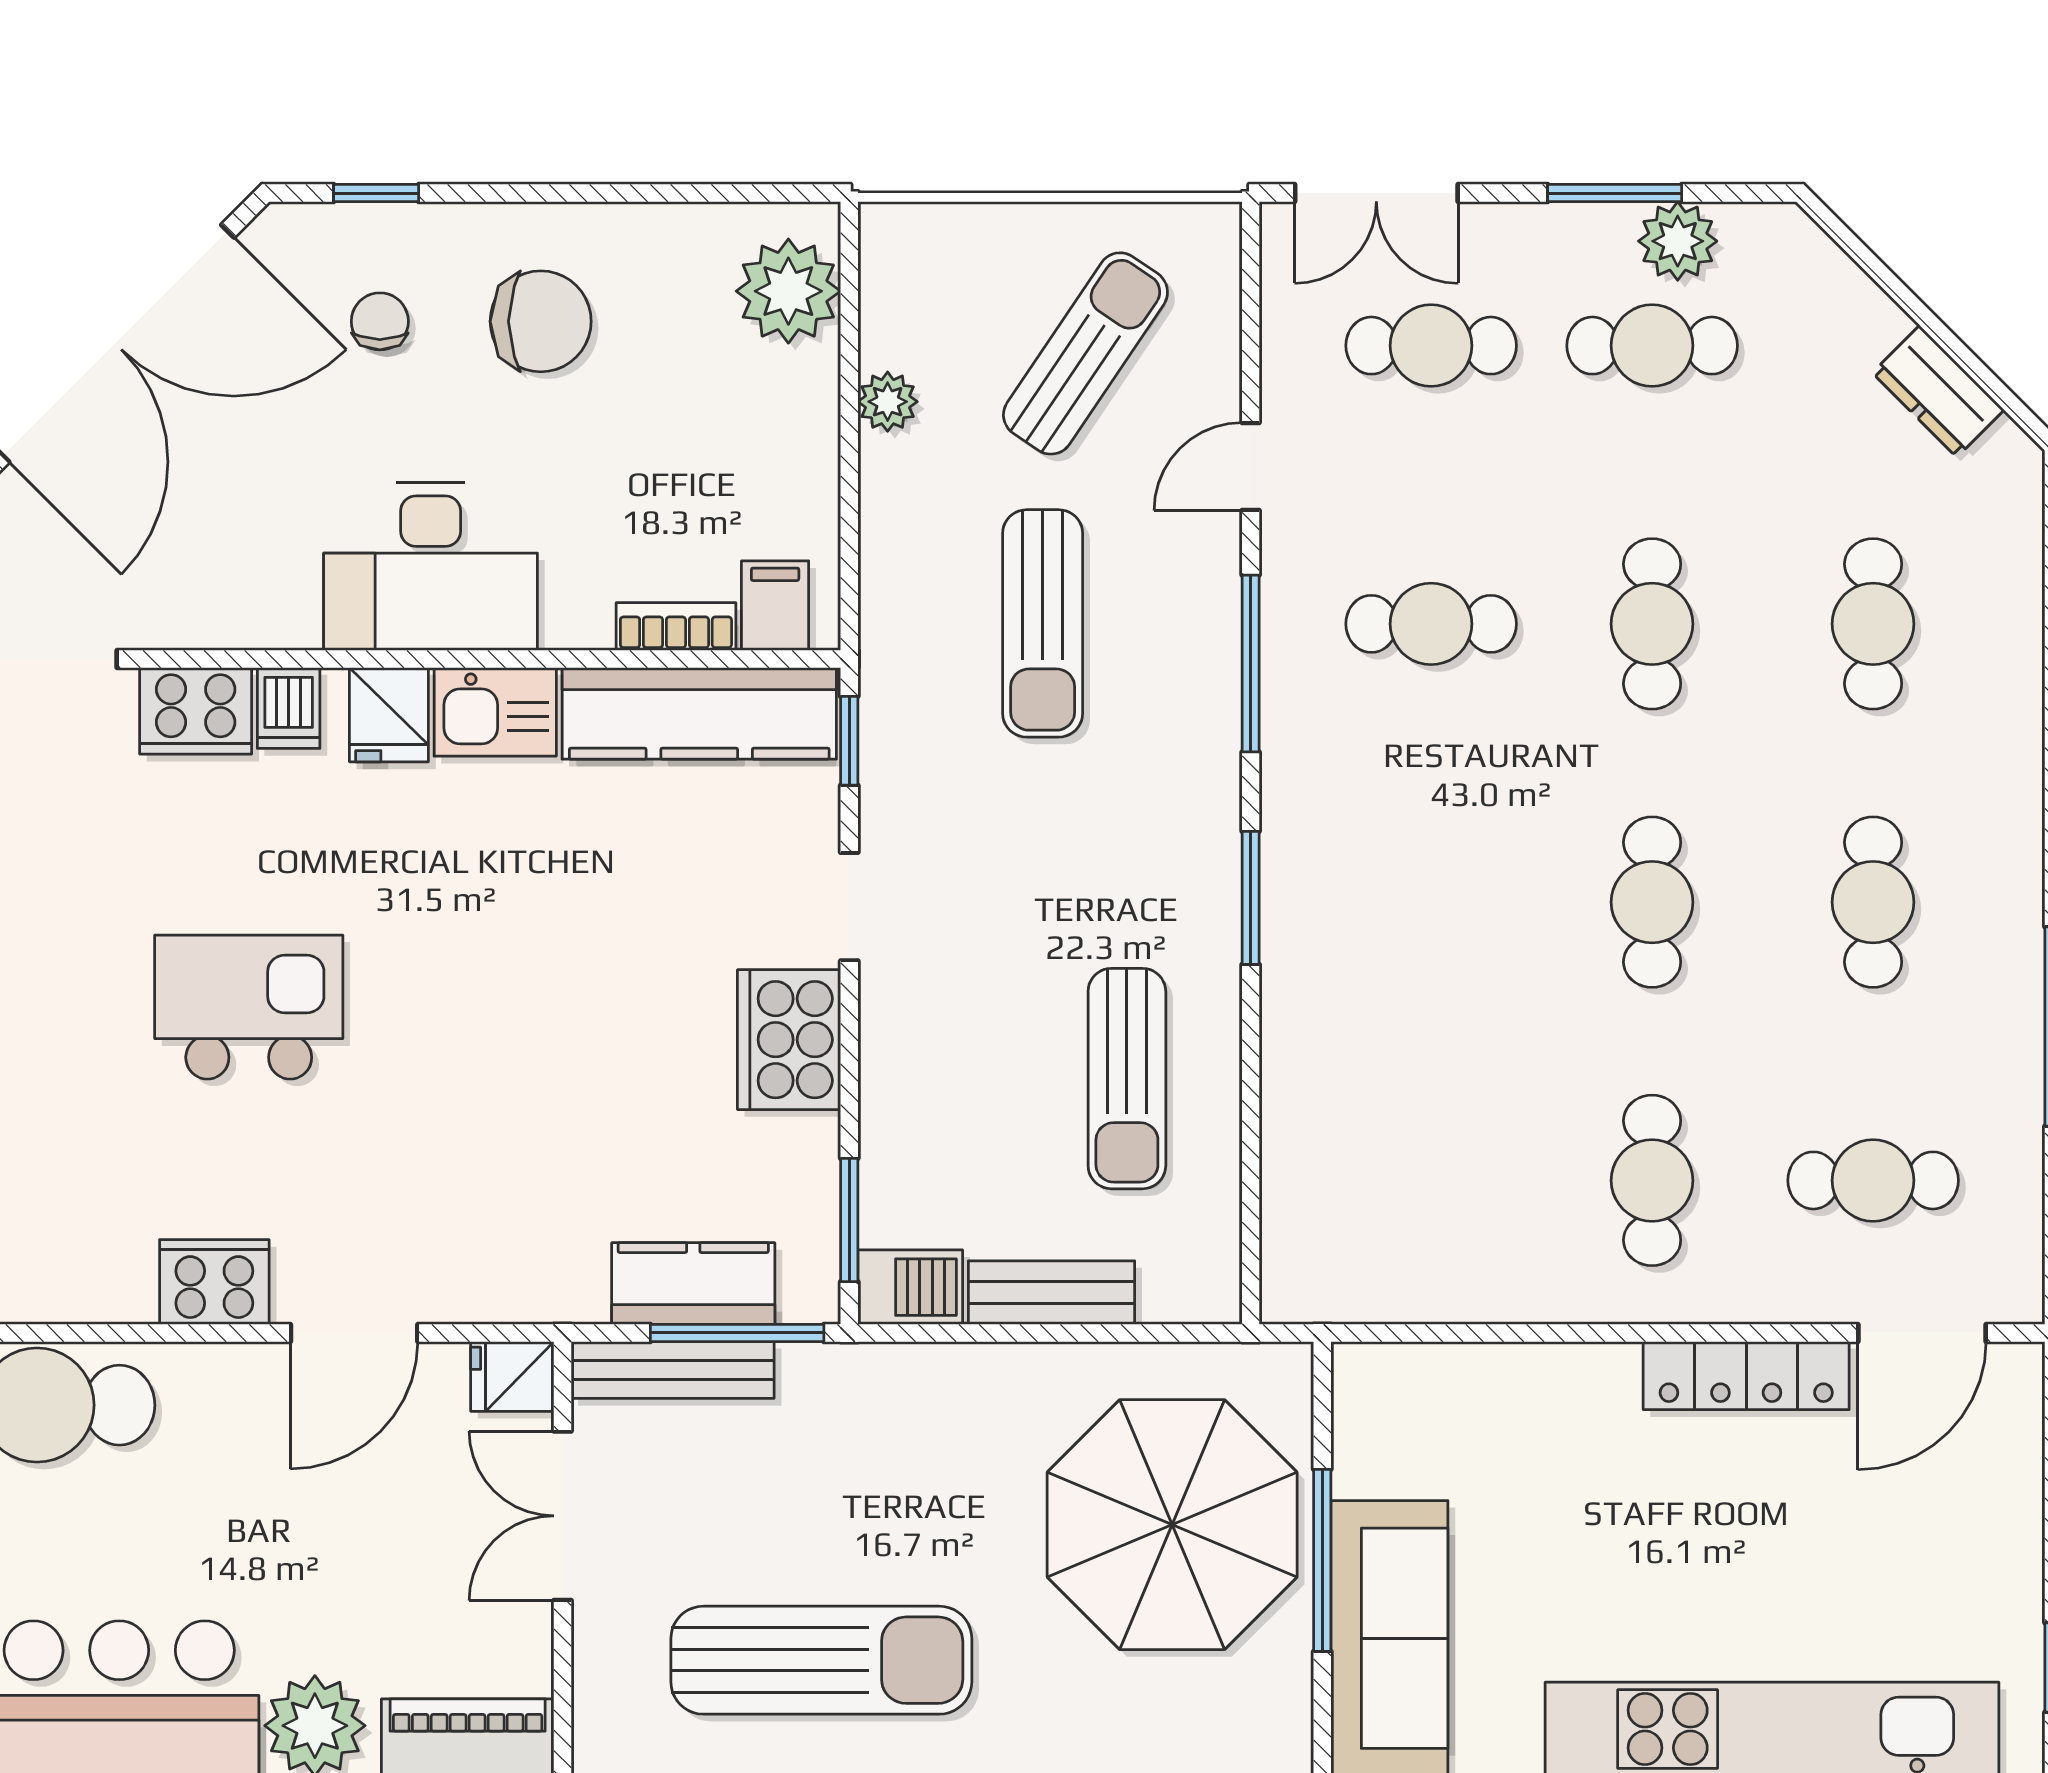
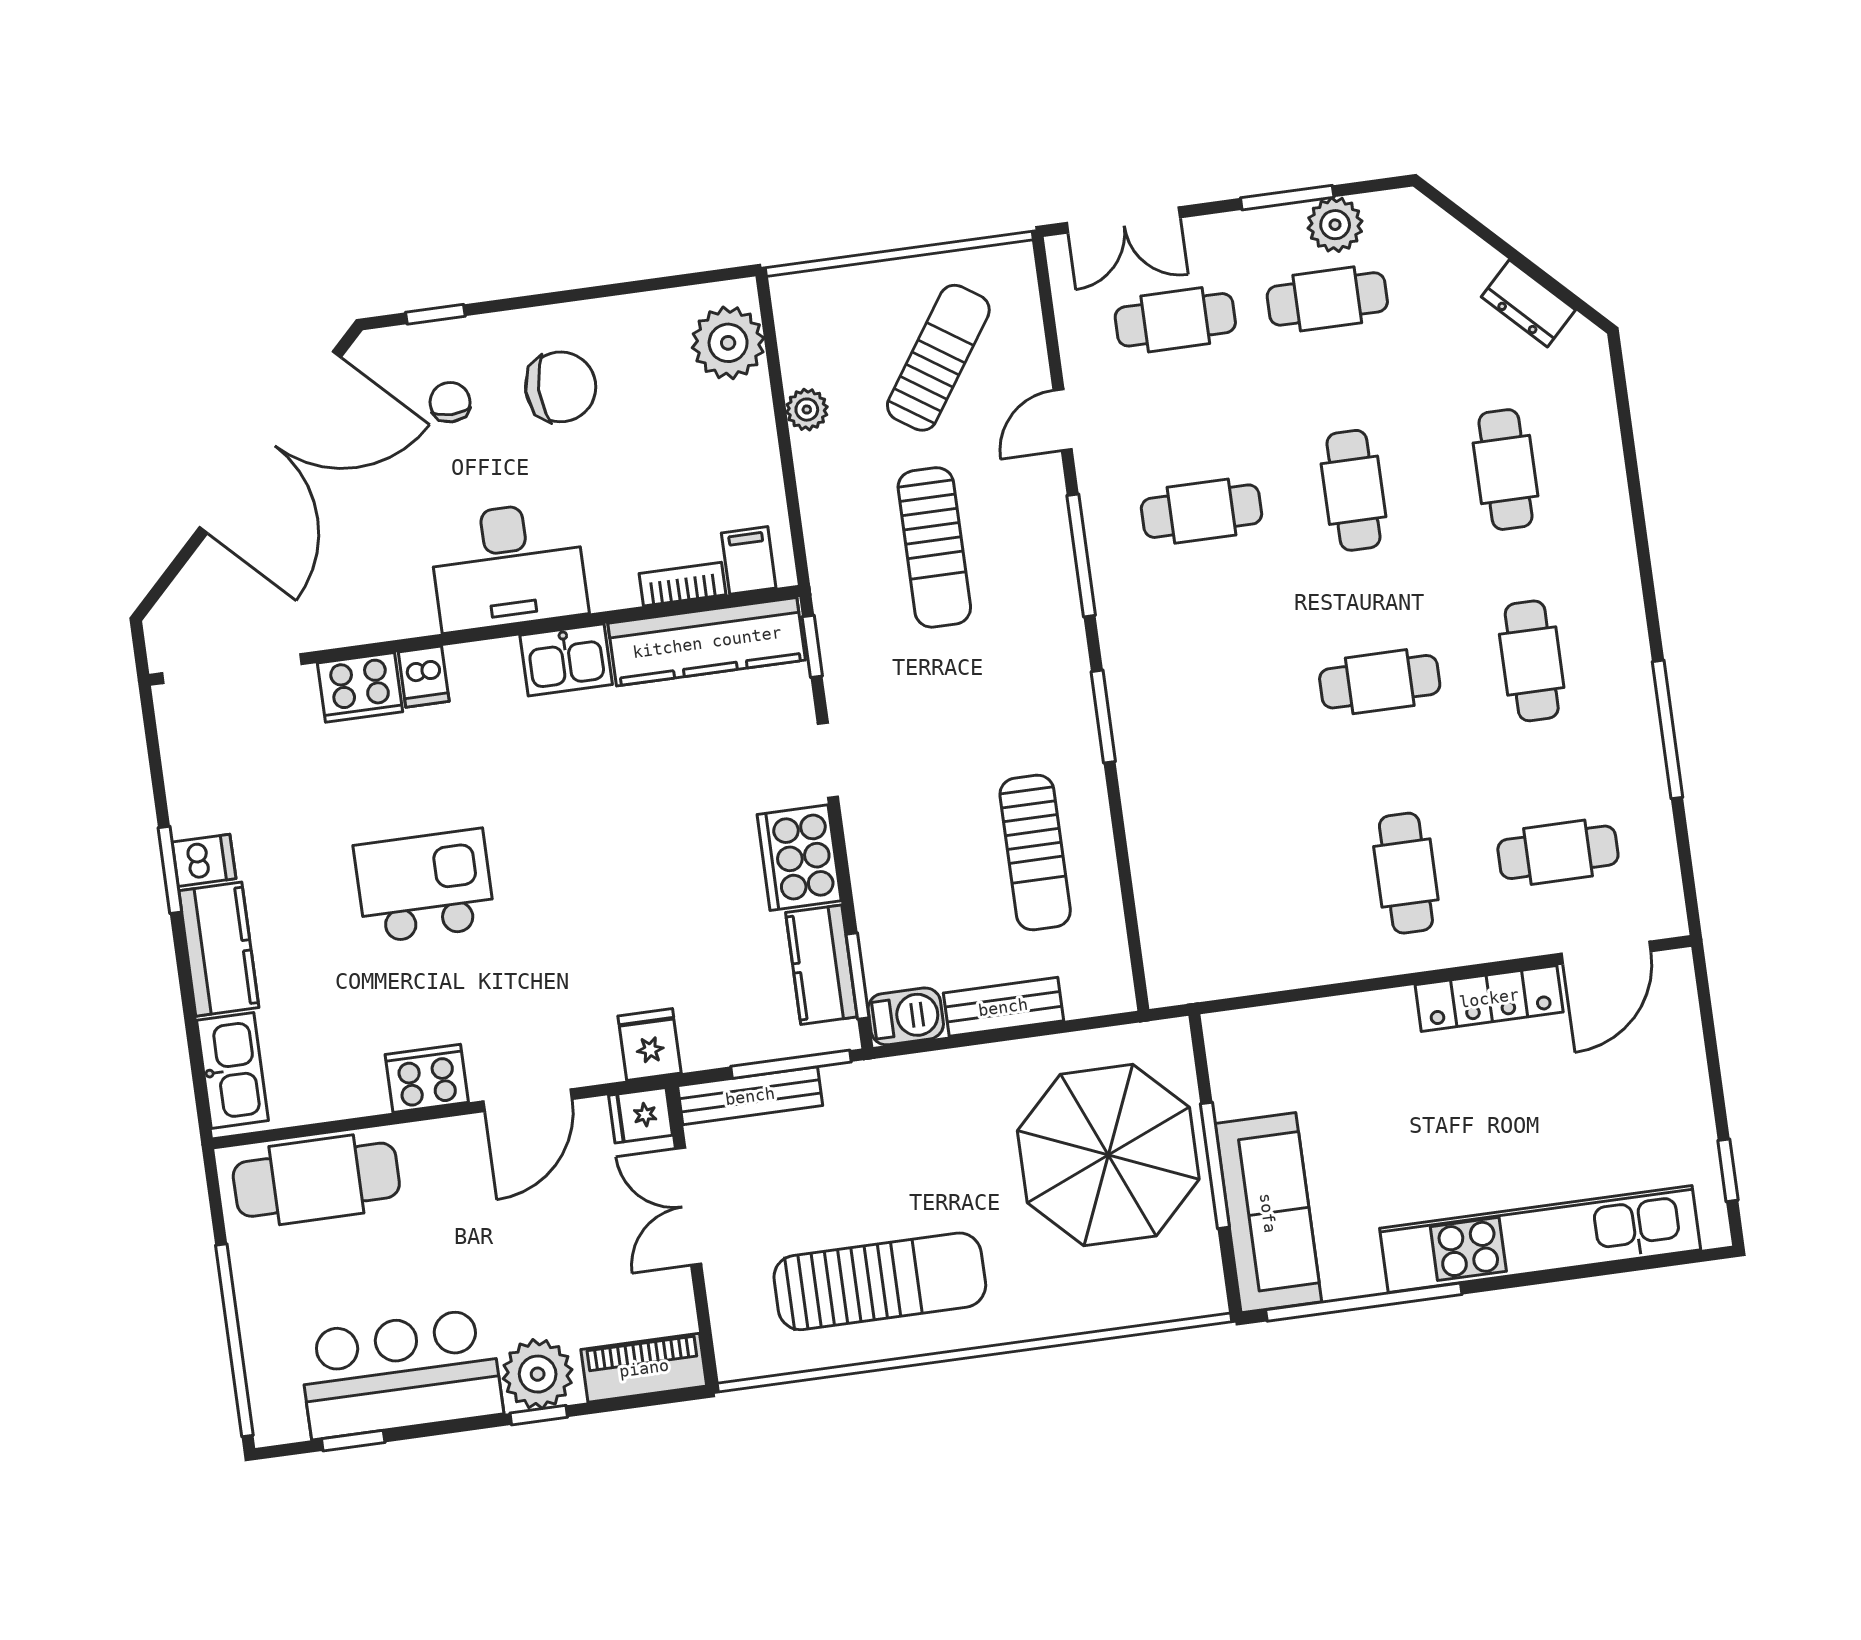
fridge: (389, 715) -> (650, 1045), moved, turned 180
cafe table: (1652, 902) -> (1380, 682), turned 90
kitchen counter: (693, 1284) -> (821, 965), moved, turned -90

